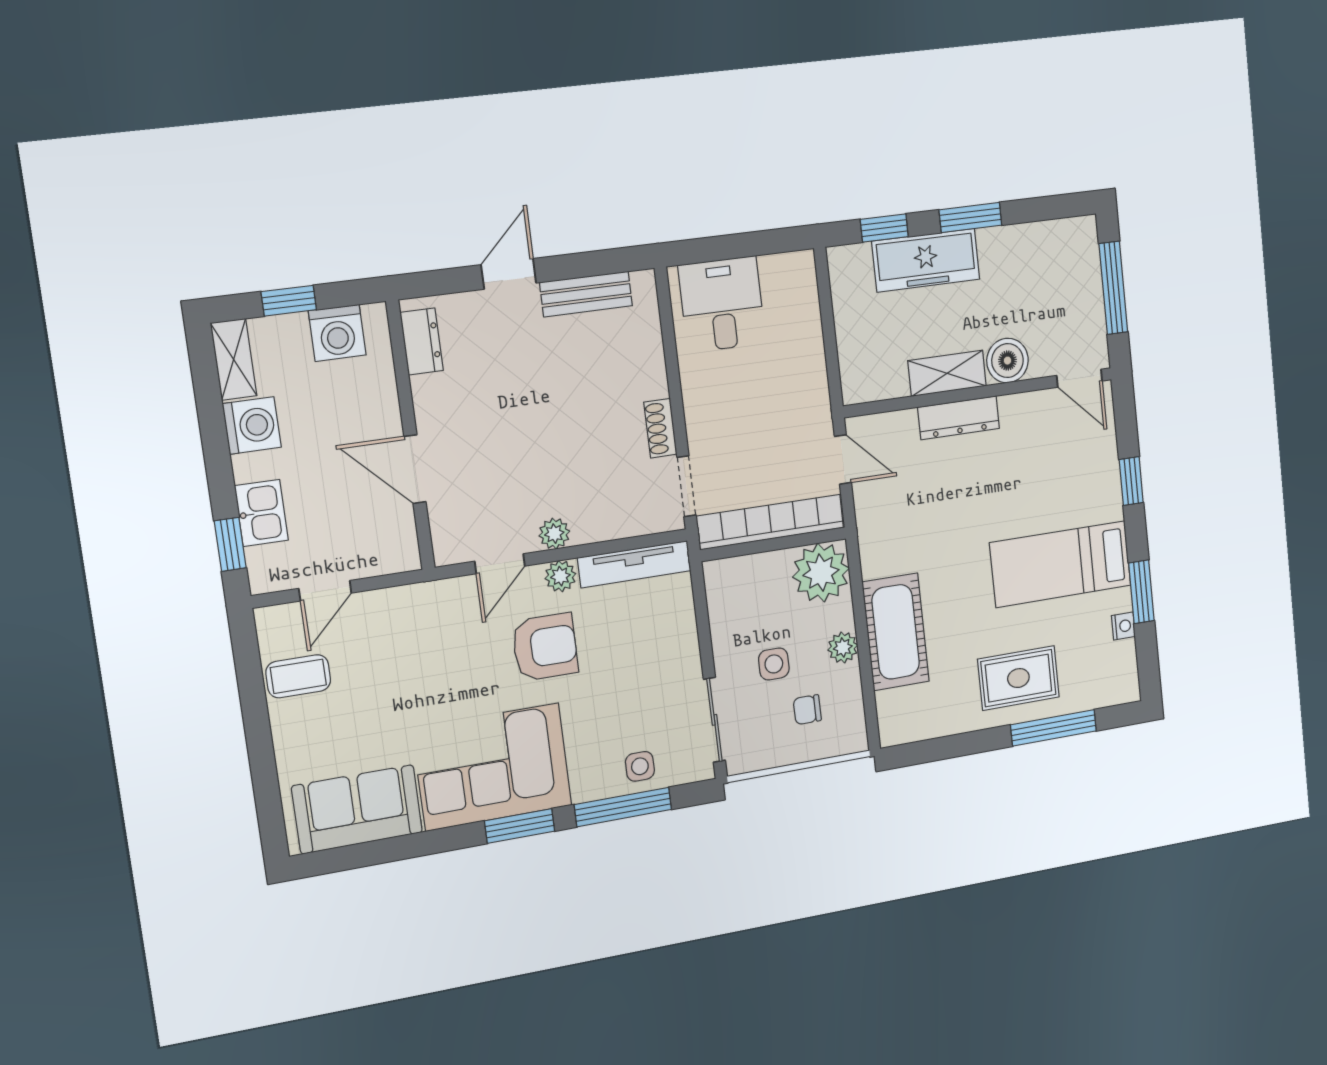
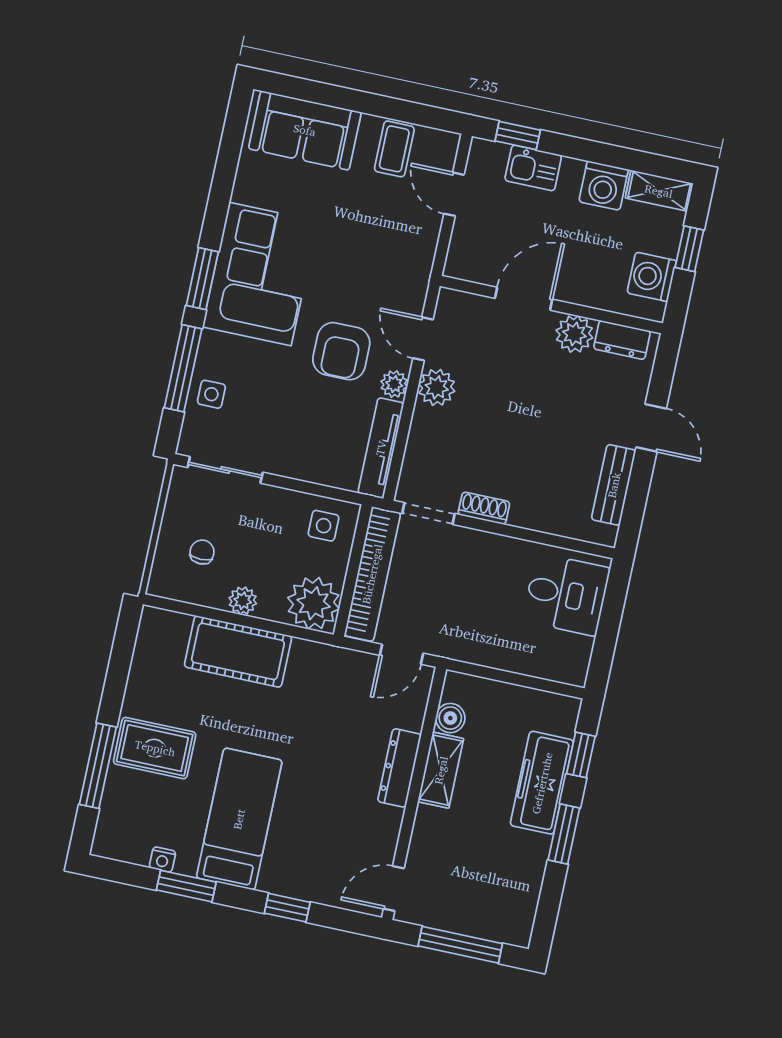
boiler: (1007, 361) -> (450, 718), moved, width x0.73, depth x0.73
plant: (434, 398) -> (574, 334), added
plant: (554, 534) -> (437, 387), width x1.38, depth x1.38
side table: (774, 664) -> (324, 526), moved
rug: (1018, 678) -> (155, 748), turned 90
sofa: (357, 809) -> (305, 130), moved, turned 90

